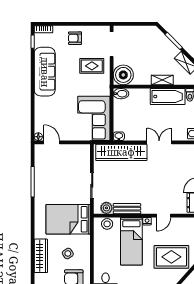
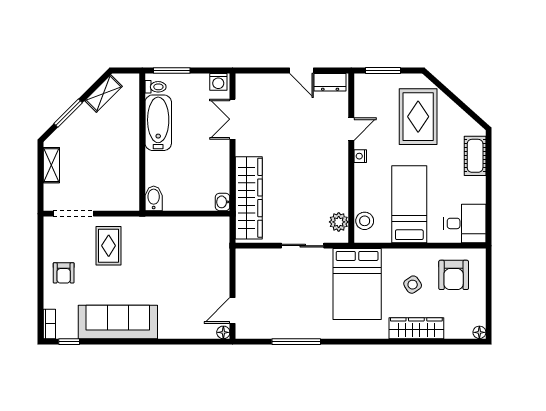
boiler: (123, 75) -> (123, 195), removed
shelving: (162, 80) -> (51, 165), moved
corner sofa: (94, 118) -> (194, 242), removed
double door: (159, 142) -> (233, 119), moved
bench: (127, 209) -> (340, 189), removed
door: (164, 216) -> (351, 129), hinge flipped
bed: (131, 241) -> (409, 204), moved, turned -90

